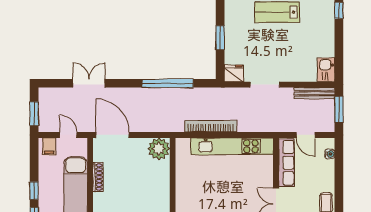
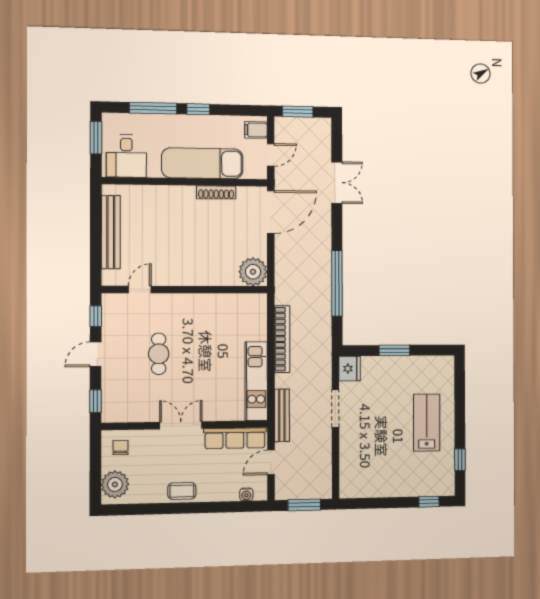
kitchen sink: (326, 70) -> (355, 487), removed
bench: (314, 93) -> (282, 415), moved
kitchen unit: (232, 146) -> (256, 381), width x0.73

